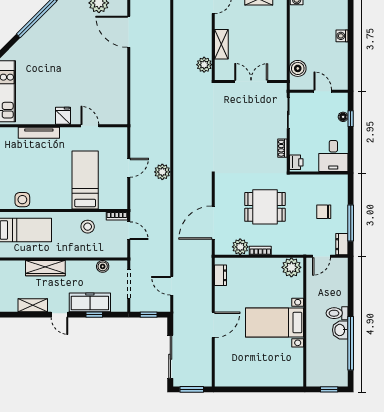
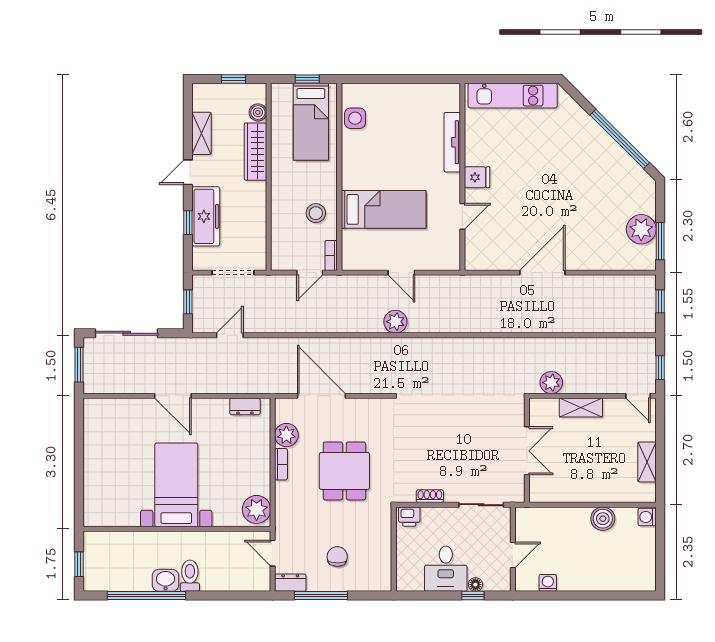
door: (129, 32) -> (542, 273), moved
washing machine: (342, 36) -> (548, 583), moved
boiler: (298, 68) -> (603, 519), moved
desk: (333, 156) -> (446, 569), moved, turned -90
boiler: (103, 266) -> (258, 112), moved

